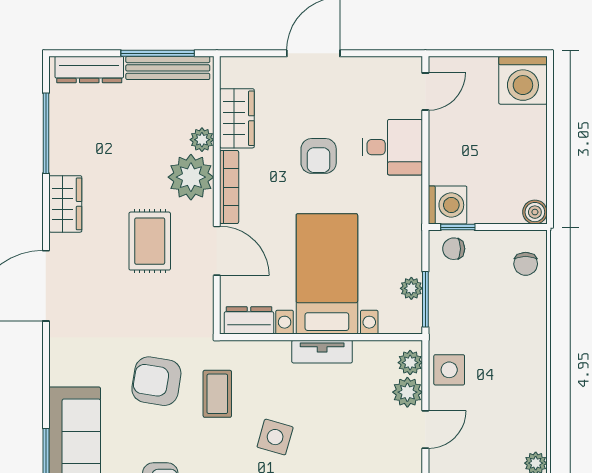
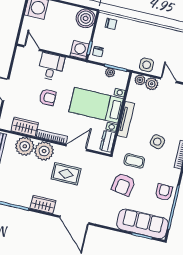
plant: (202, 140) -> (25, 146), width x1.88, depth x1.88
boiler: (535, 212) -> (86, 18), width x1.86, depth x1.86
tv unit: (322, 352) -> (126, 120), width x1.41

